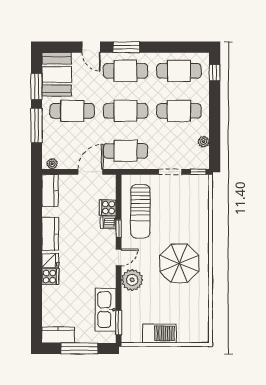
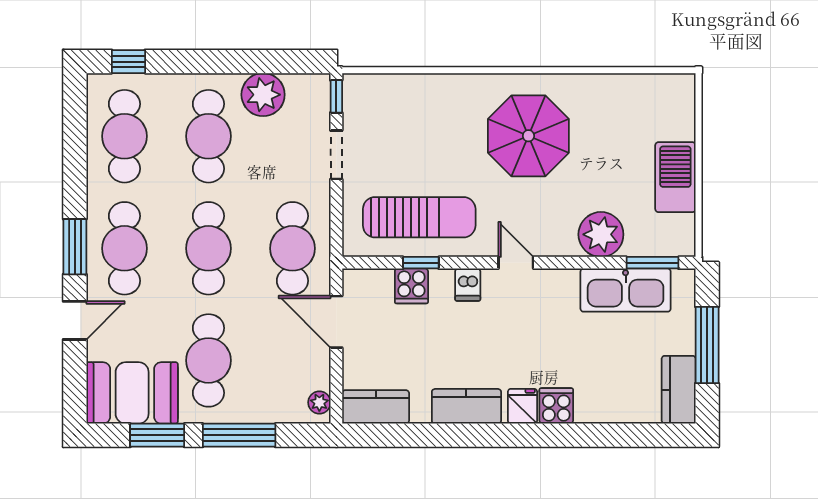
plant: (204, 142) -> (263, 95), width x1.87, depth x1.87
dishwasher: (108, 223) -> (468, 285), moved
window: (119, 228) -> (421, 263), moved
plant: (132, 280) -> (601, 234), moved

